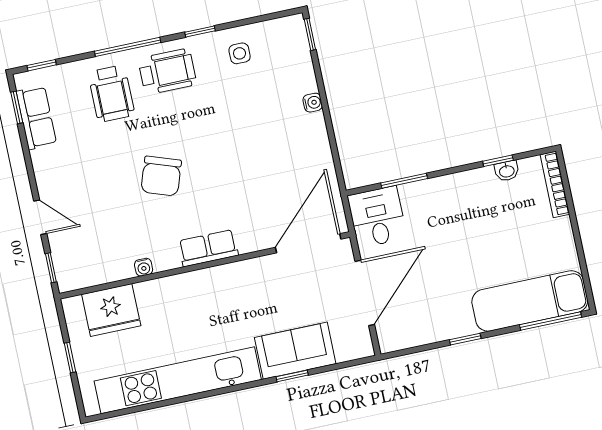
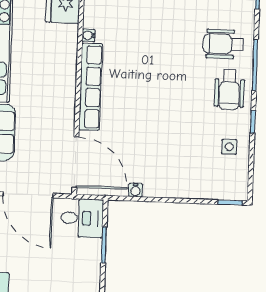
water cooler: (313, 103) -> (135, 190), moved
chair: (161, 176) -> (153, 66), removed
row of seats: (208, 248) -> (91, 87), width x2.02

